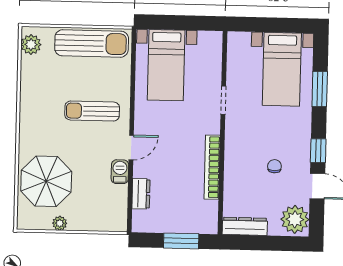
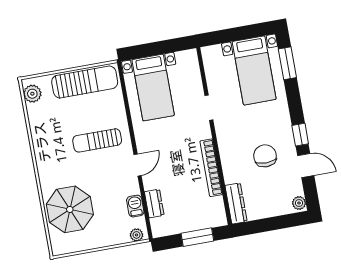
window: (320, 89) -> (287, 63), moved
chair: (274, 166) -> (265, 156), width x1.87, depth x1.87
barbecue: (120, 172) -> (135, 206), moved
plant: (295, 219) -> (299, 203), width x0.53, depth x0.53
plant: (60, 223) -> (136, 235), moved
dresser: (245, 226) -> (236, 203), moved, turned 90

